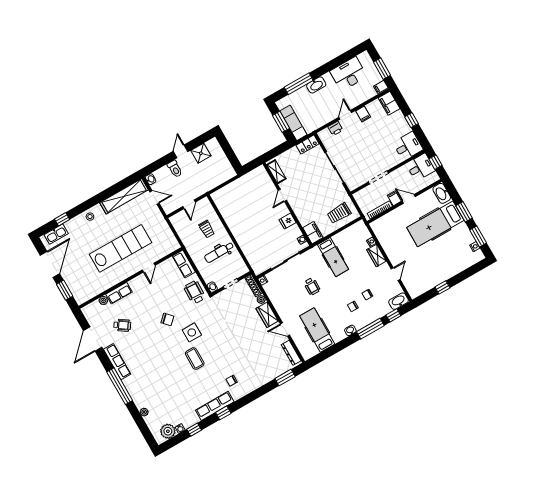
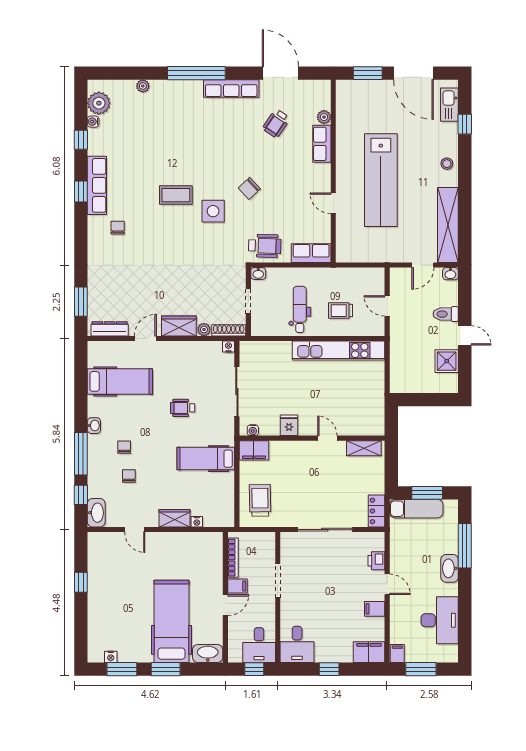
kitchen unit: (230, 217) -> (338, 350), added

